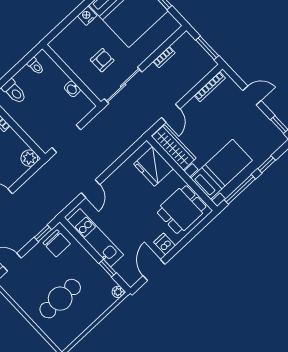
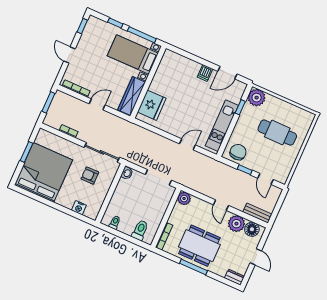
nightstand: (87, 16) -> (79, 208), moved
washbasin: (72, 89) -> (127, 173), moved
door: (171, 113) -> (97, 104), moved
dining table: (182, 210) -> (175, 71), removed
window: (43, 233) -> (245, 170), moved
plant: (118, 292) -> (257, 98), width x1.87, depth x1.87

